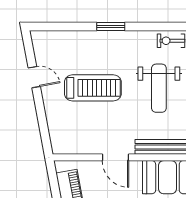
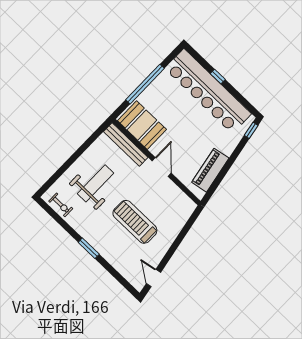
door: (34, 77) -> (153, 278), moved

